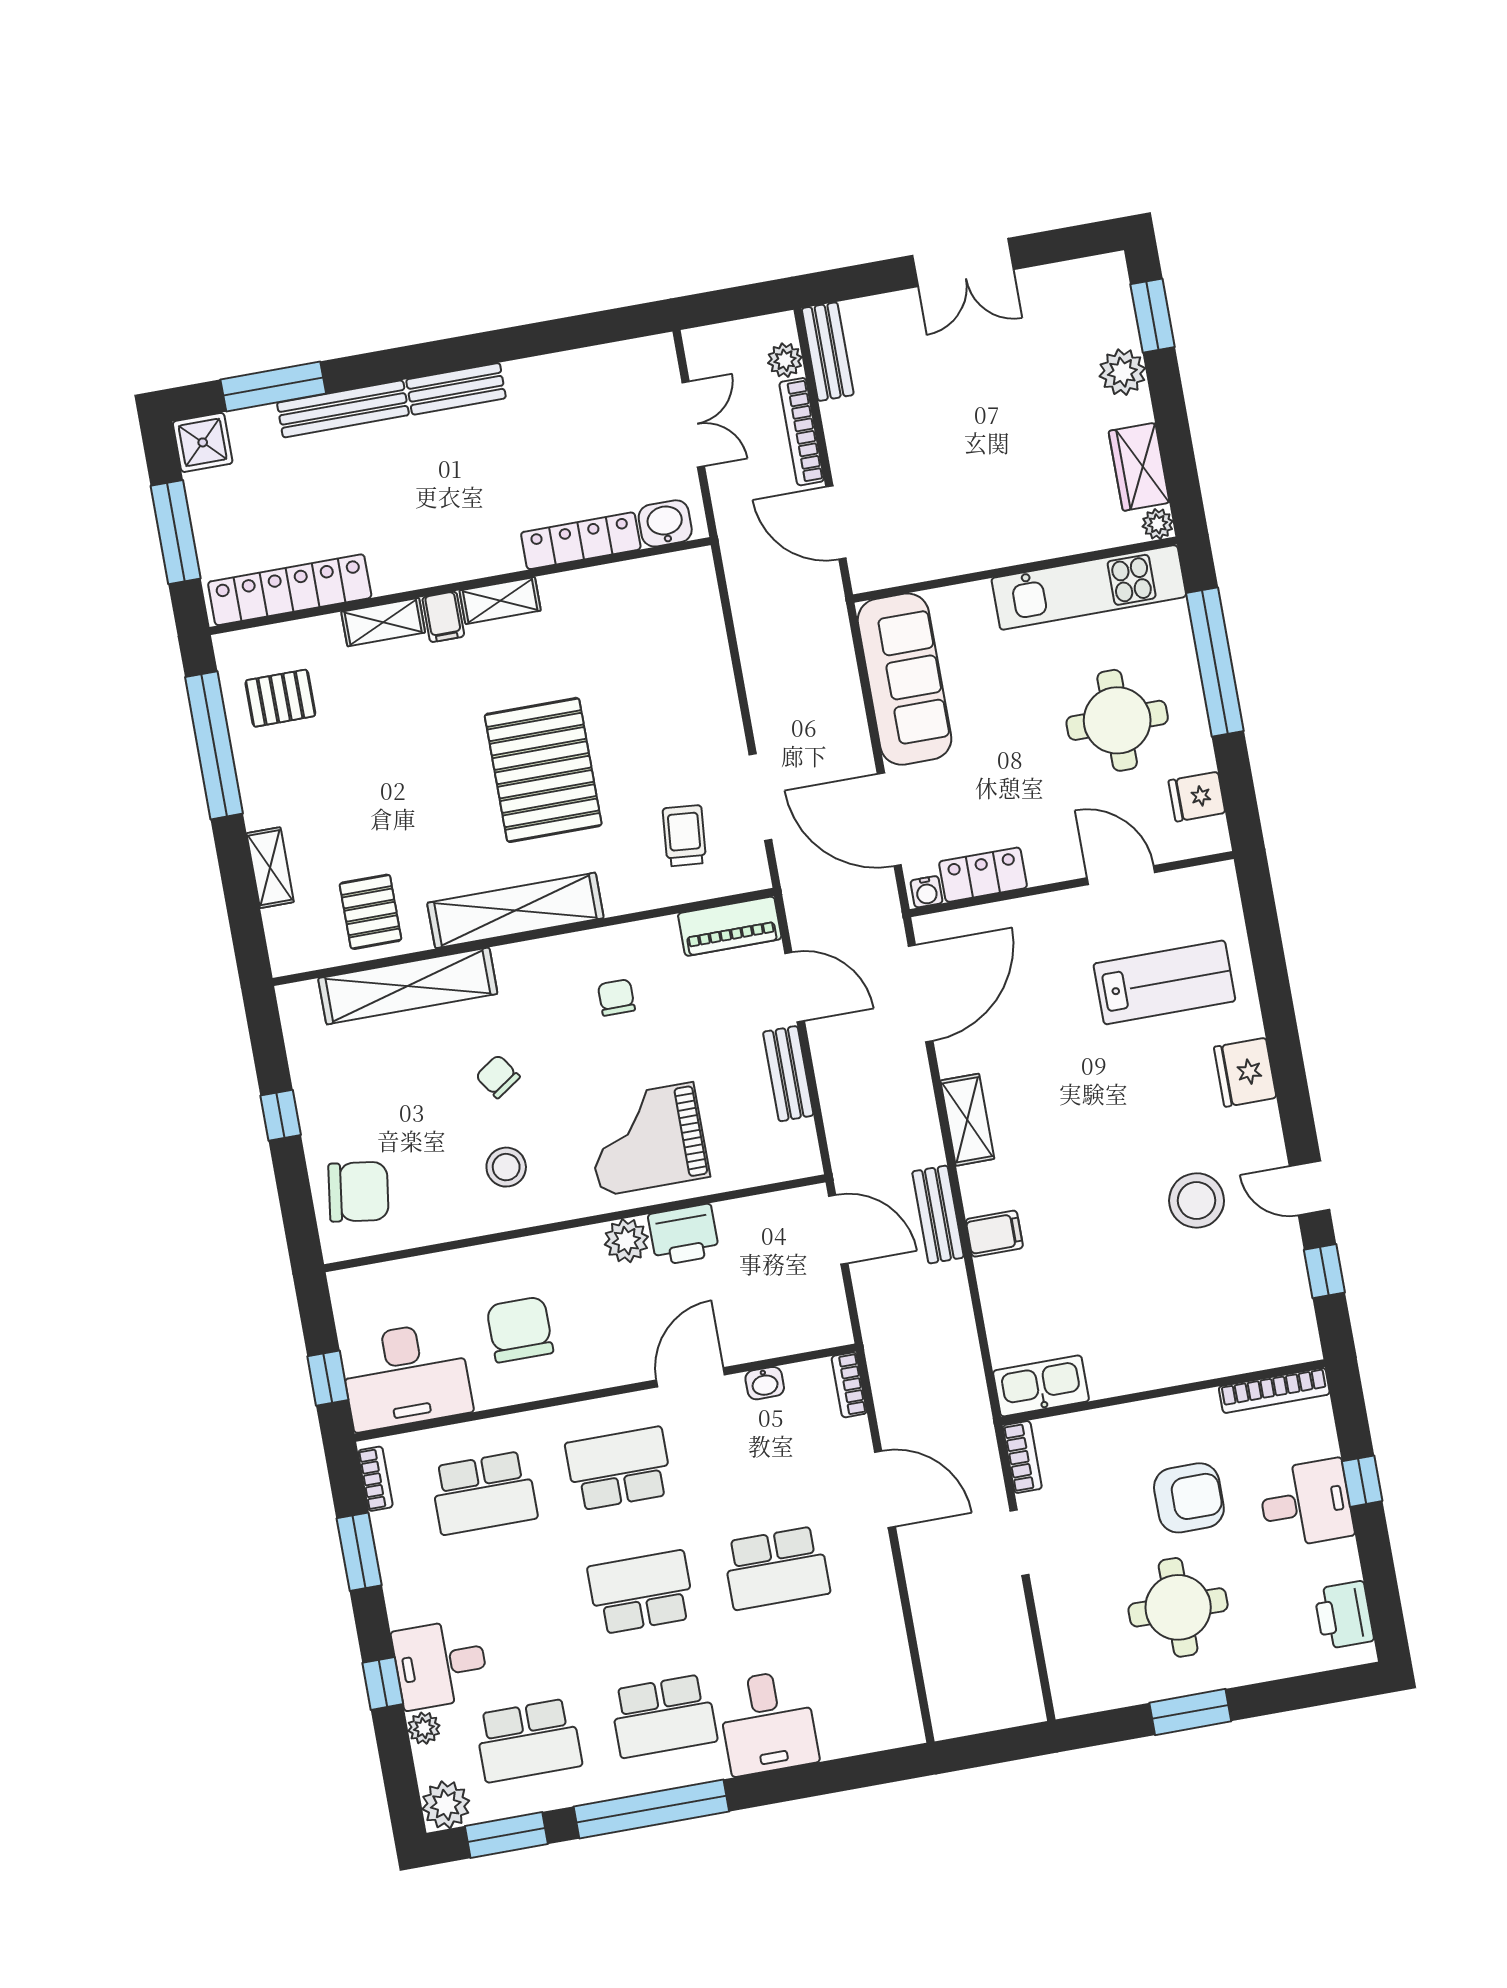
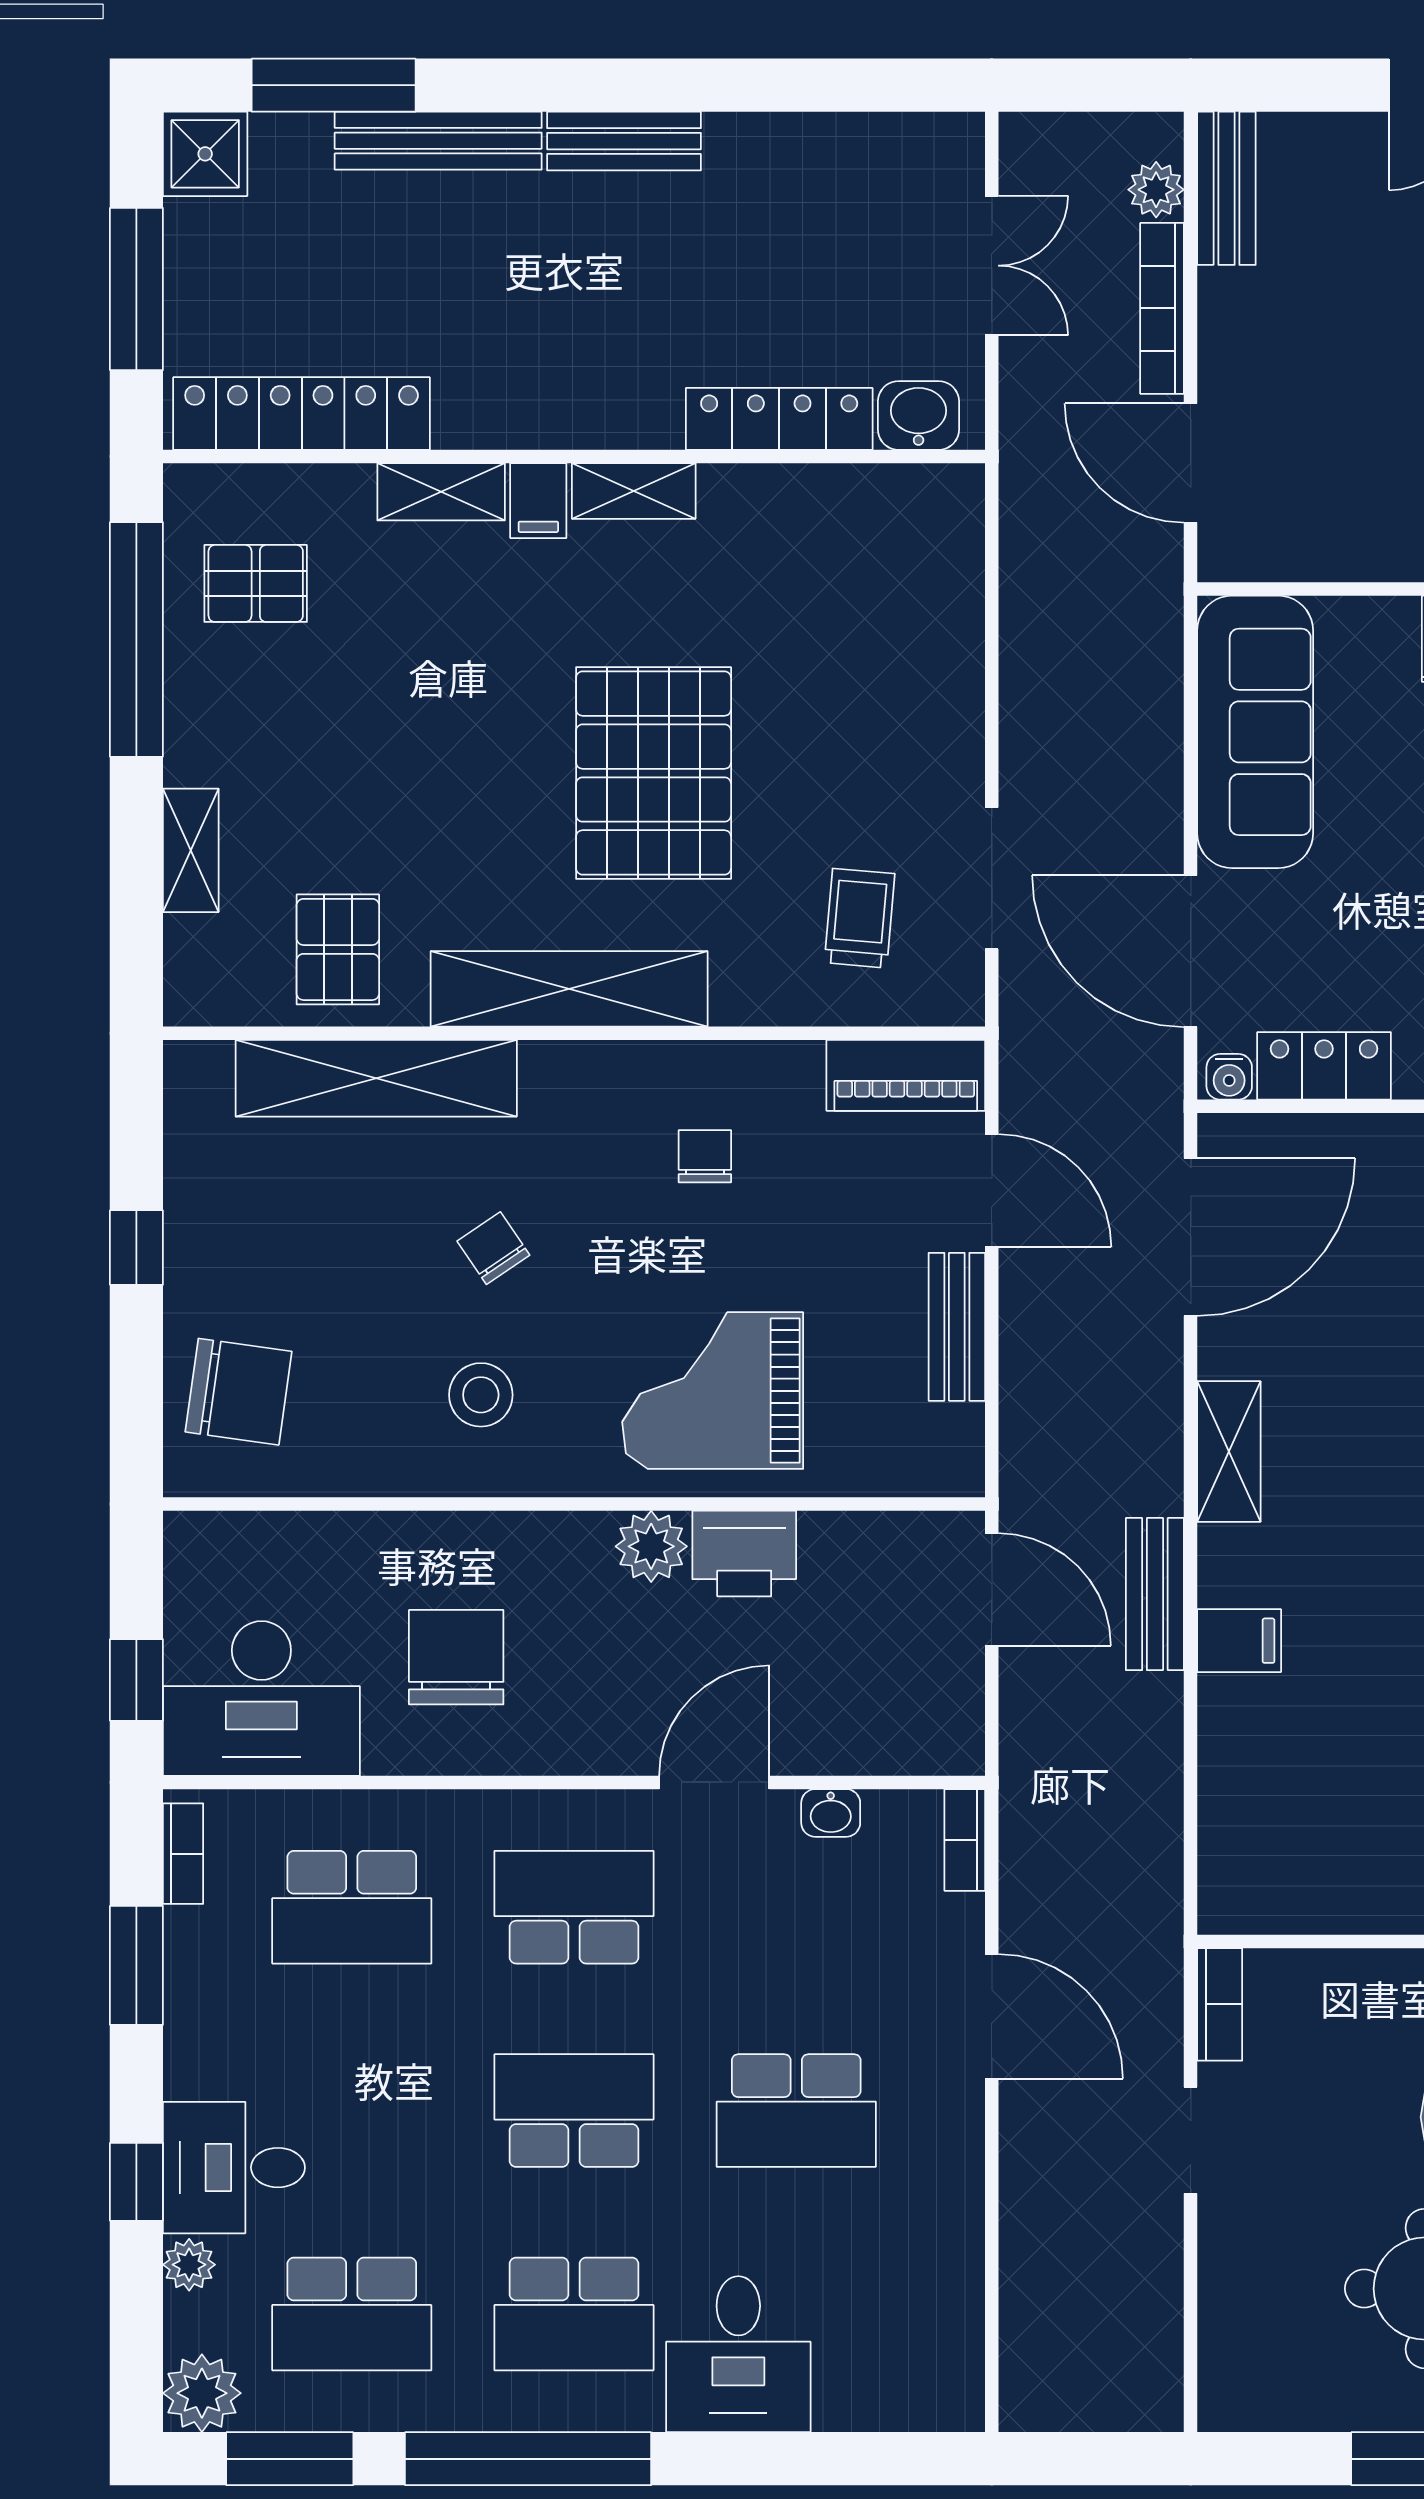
kitchen sink: (1041, 1386) -> (1270, 1897), removed

